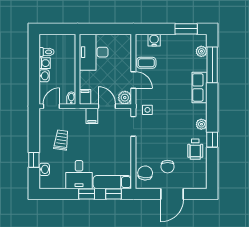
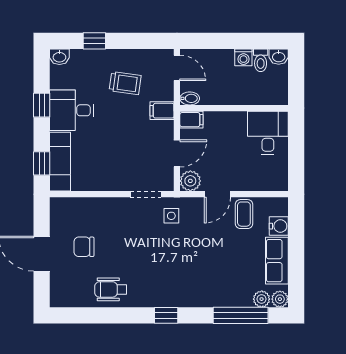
window: (186, 29) -> (296, 275), removed
desk: (94, 52) -> (268, 133), width x0.73
washbasin: (44, 76) -> (279, 57), moved
row of seats: (200, 87) -> (277, 261), moved, turned -90
filing cabinet: (92, 116) -> (162, 111), moved
plant: (201, 124) -> (280, 299), moved
window: (212, 140) -> (166, 315), moved
washbasin: (44, 169) -> (59, 57), moved
chair: (145, 173) -> (74, 212), removed
window: (87, 194) -> (42, 105), moved

